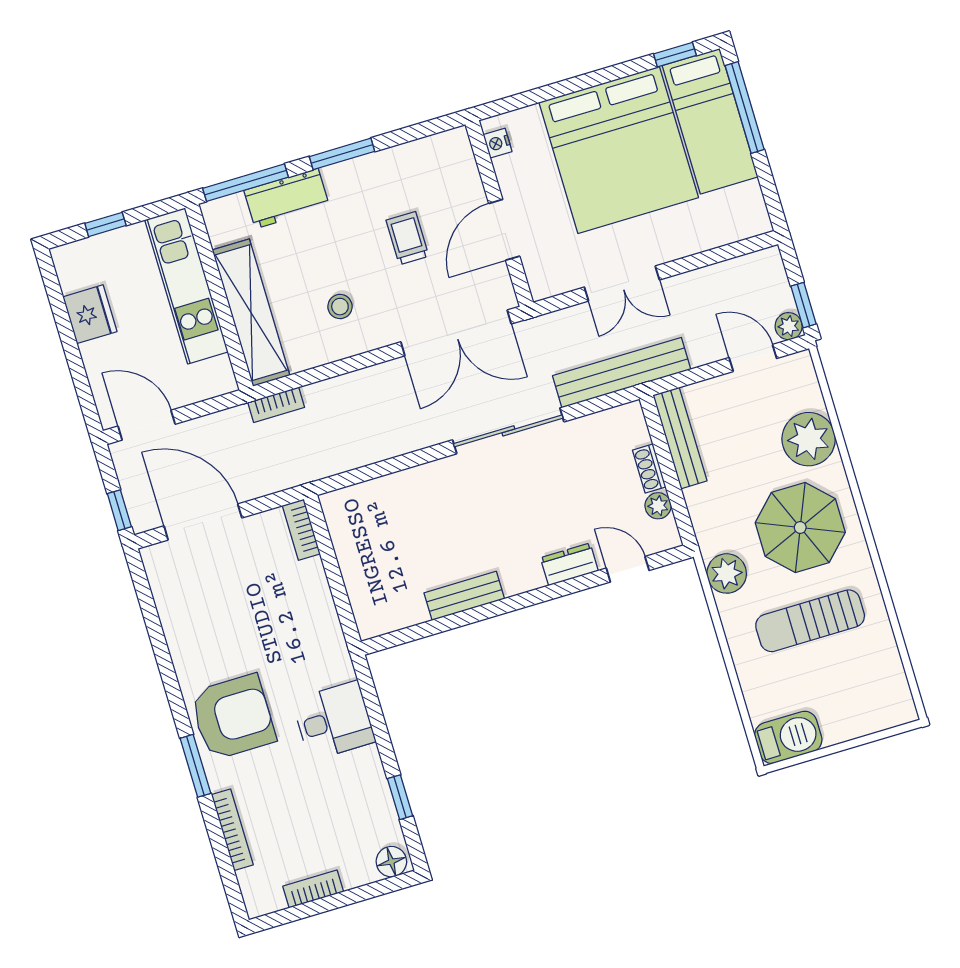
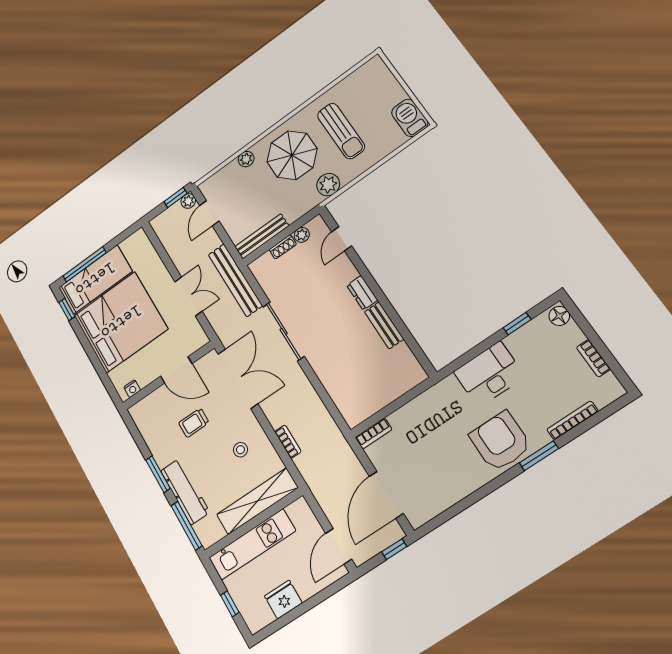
workbench: (287, 198) -> (185, 491), width x1.38
bookcase: (276, 405) -> (288, 442), moved
plant: (809, 439) -> (246, 159), width x0.53, depth x0.53
dresser: (569, 564) -> (362, 293), moved
desk: (334, 721) -> (489, 374), width x1.37

